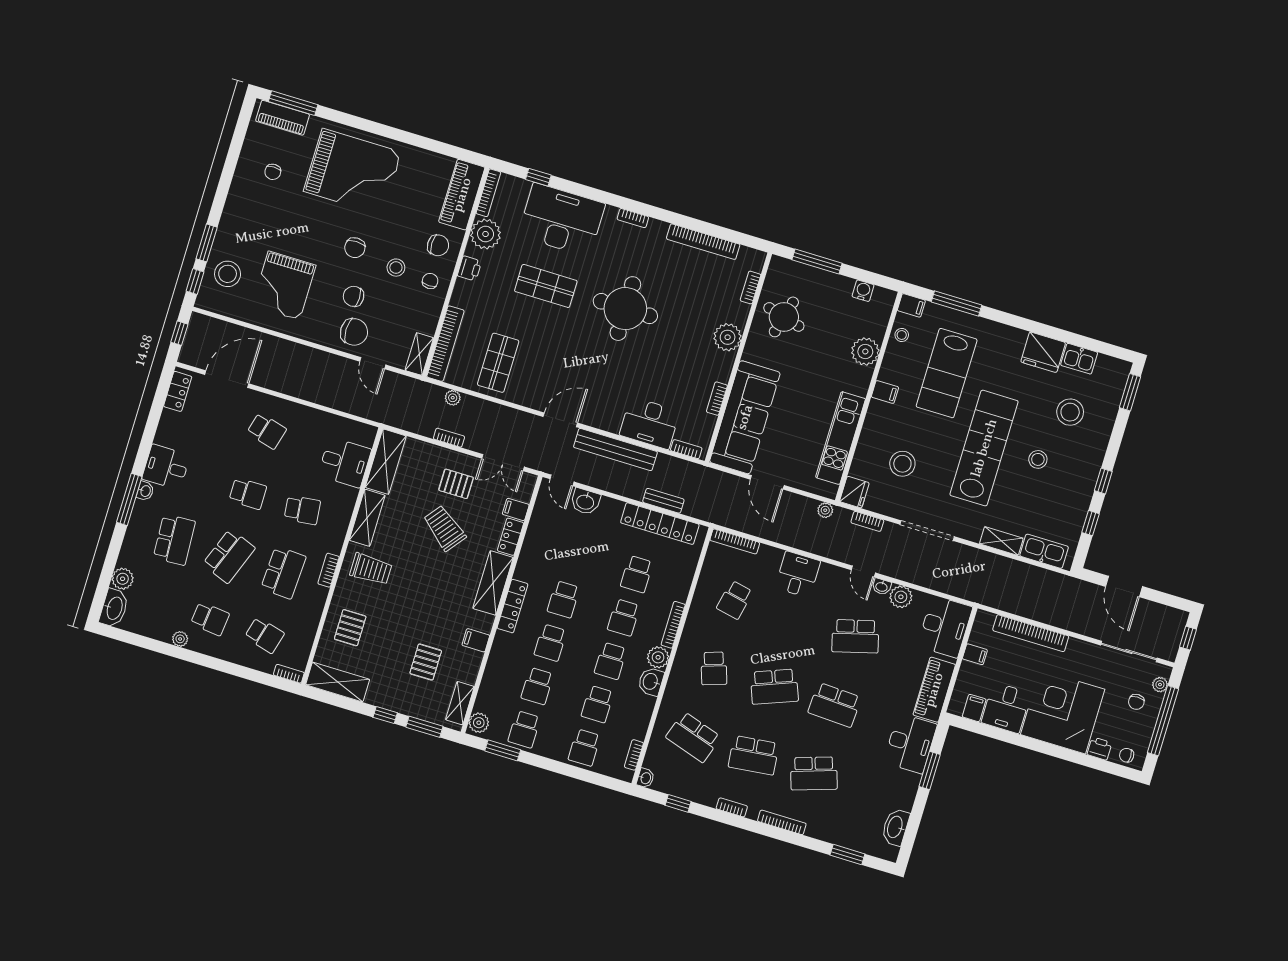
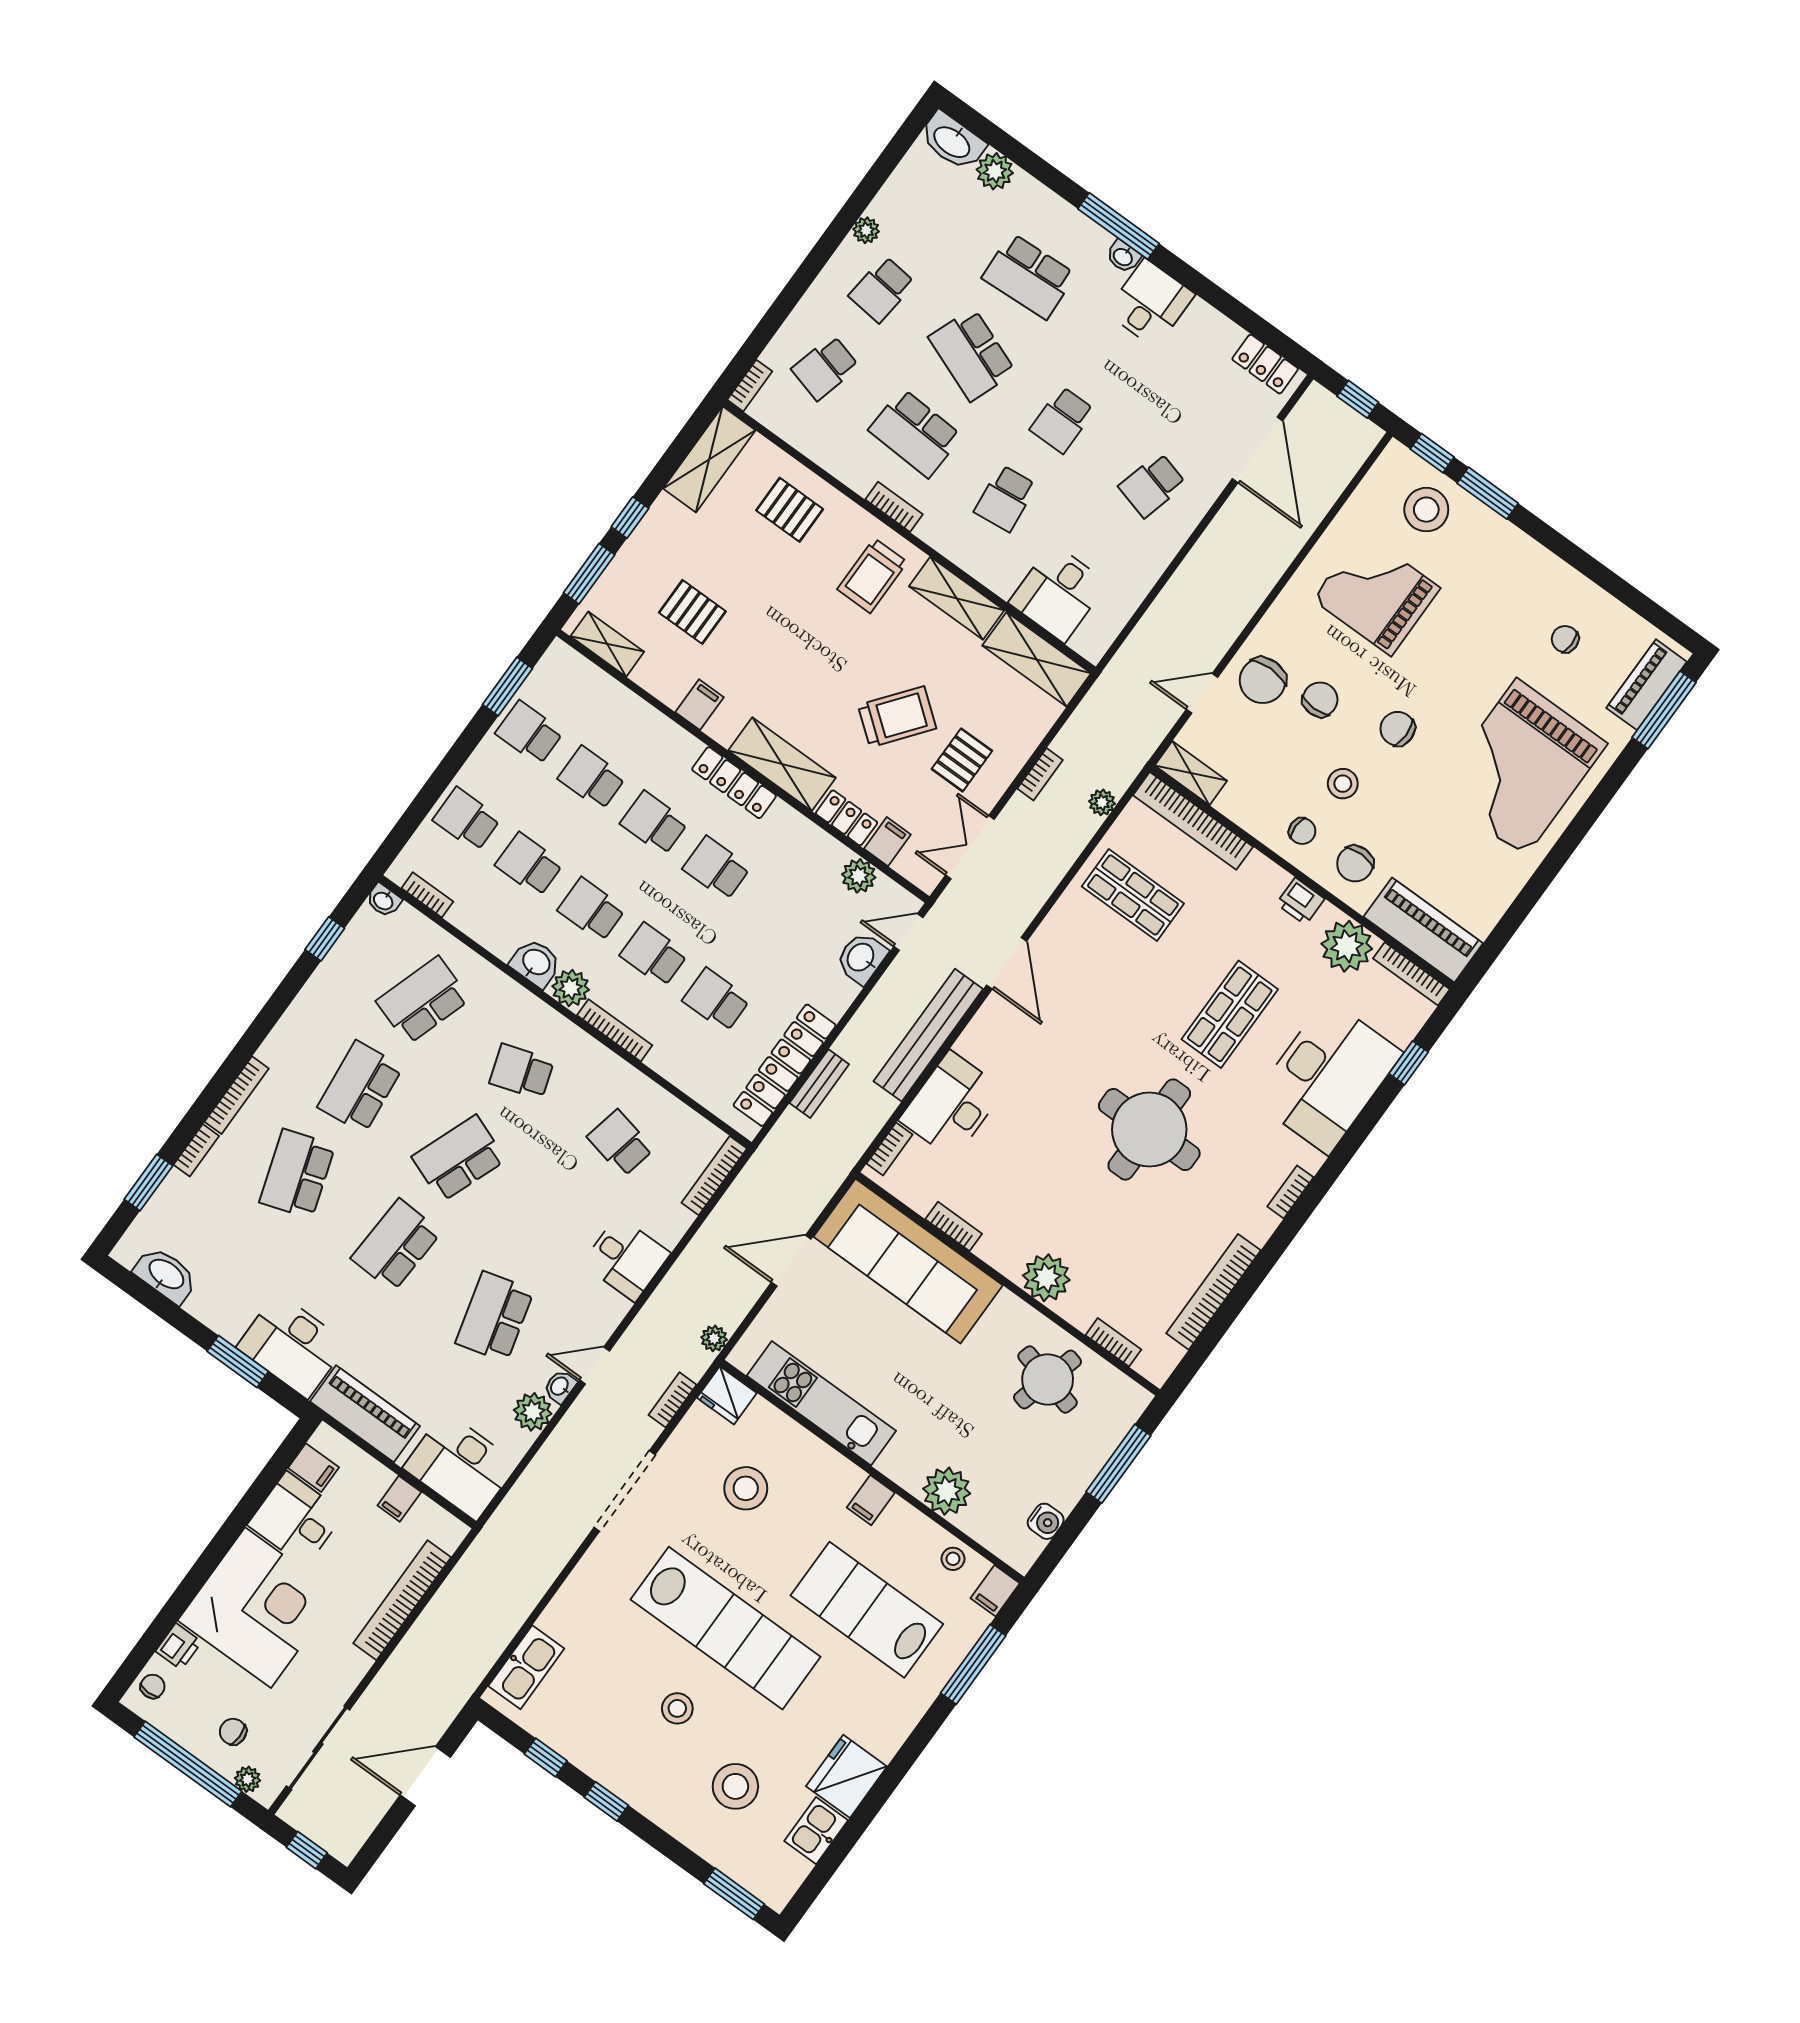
shelving: (1001, 541) -> (567, 1604), removed
school desk: (774, 687) -> (459, 1158), turned 42
plant: (479, 723) -> (859, 876), moved
bookcase: (732, 807) -> (196, 1150), moved

